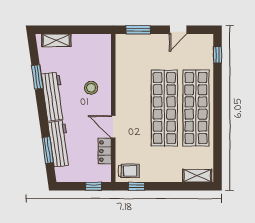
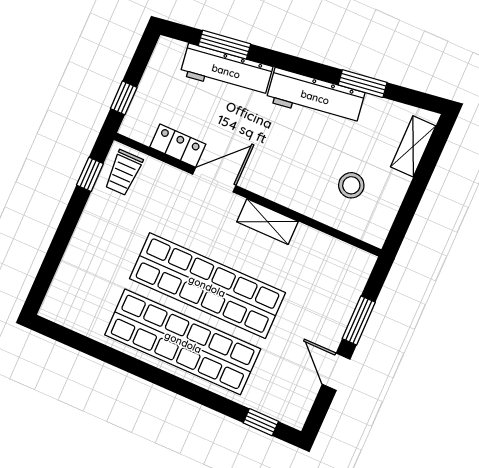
window: (138, 30) -> (359, 320), moved
stool: (91, 88) -> (351, 185), moved
shelving: (197, 176) -> (267, 222), moved, turned 90

